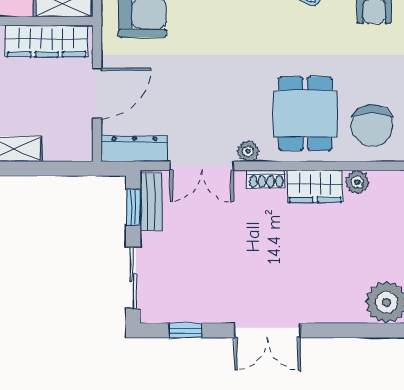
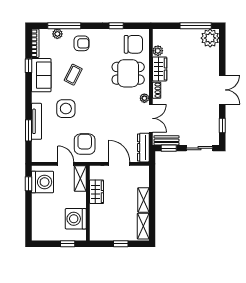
wardrobe: (47, 41) -> (97, 192), width x0.67

